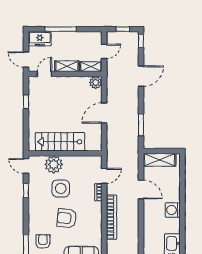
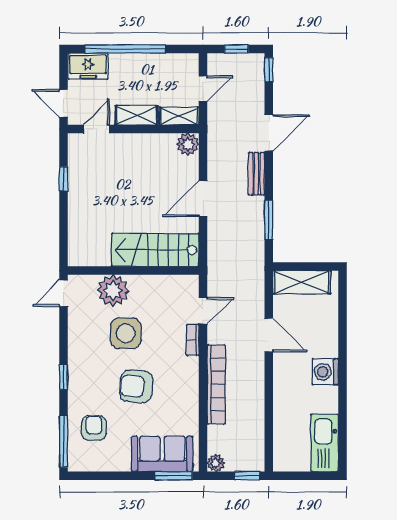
window: (61, 29) -> (125, 49), width x1.46
bench: (134, 99) -> (256, 174), added
stairs: (60, 142) -> (155, 250), moved
door: (26, 166) -> (64, 293), hinge flipped
window: (26, 190) -> (64, 377), moved

